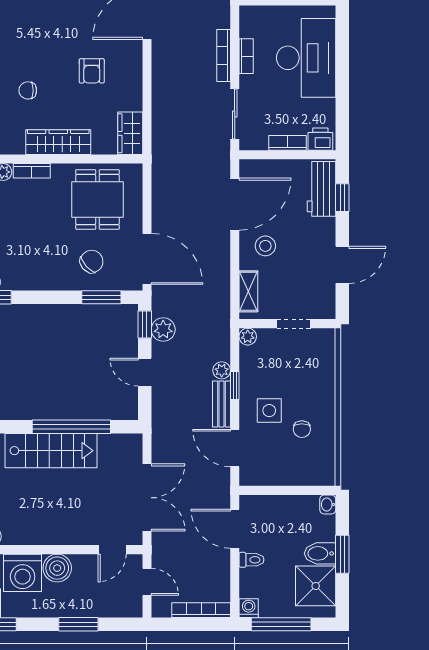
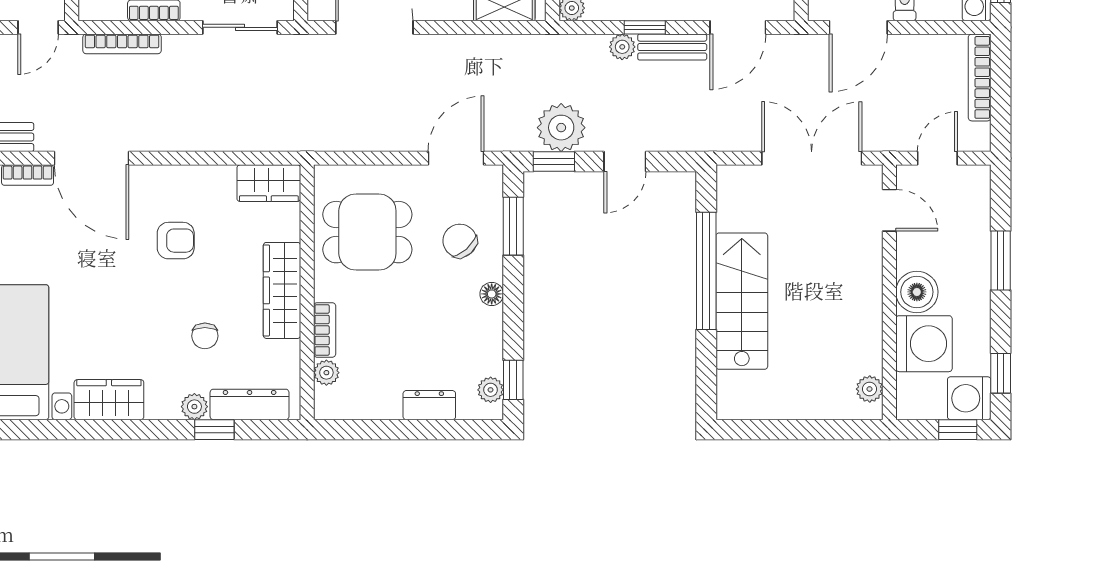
bookcase: (224, 56) -> (122, 44), moved
door: (147, 259) -> (456, 158), width x0.73
floor lamp: (56, 283) -> (492, 294), added
plant: (163, 329) -> (561, 128), width x1.36, depth x1.36

